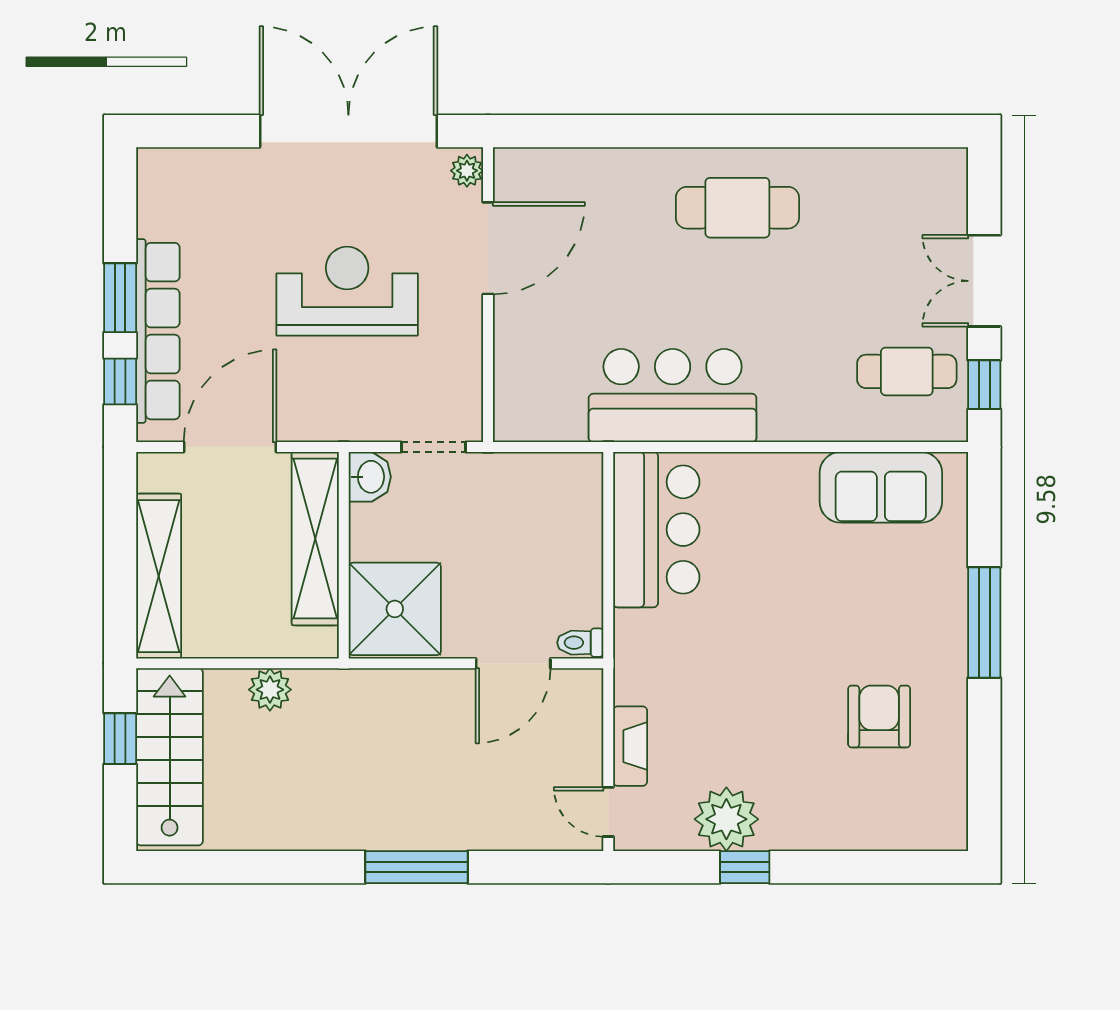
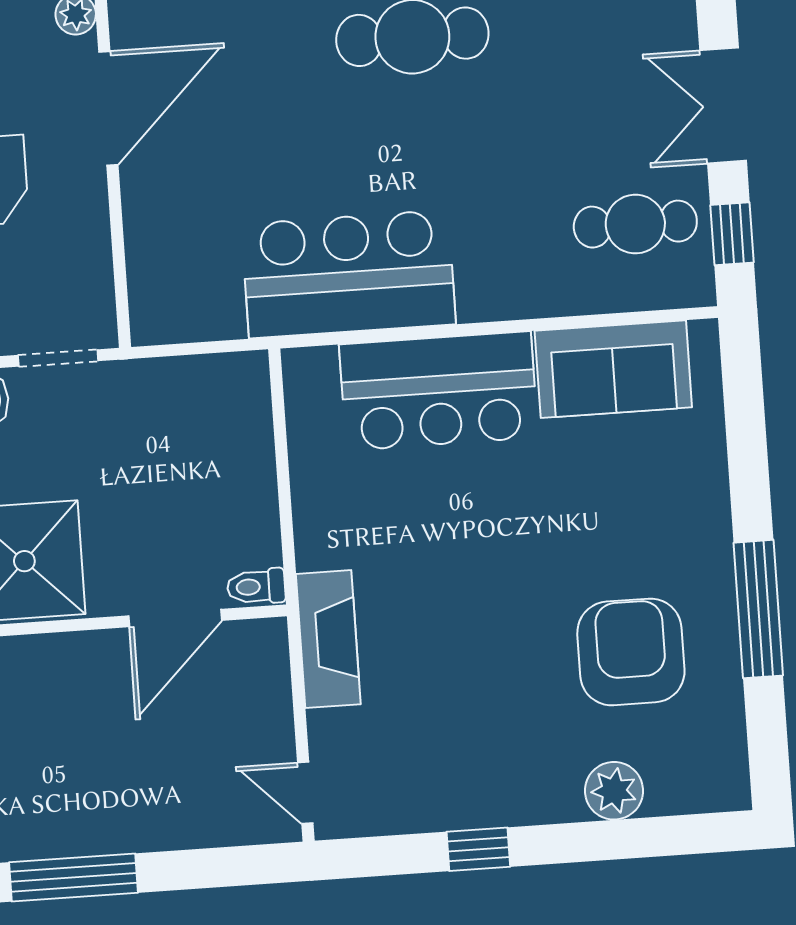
bar counter: (656, 530) -> (439, 391), moved, turned 90
window: (984, 623) -> (758, 609), moved
armchair: (879, 717) -> (631, 652), width x1.36, depth x1.36
fireplace: (630, 746) -> (328, 639), moved, width x1.37, depth x1.32
plant: (726, 819) -> (614, 791), moved, width x0.73, depth x0.73

